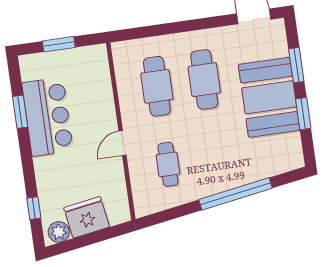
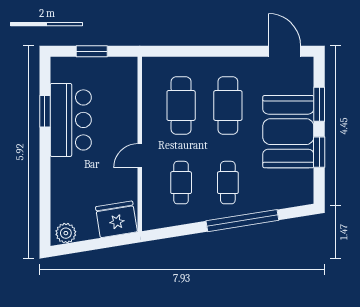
cafe table: (215, 158) -> (228, 183), added
window: (34, 208) -> (45, 207), removed
fridge: (87, 217) -> (116, 219), moved

